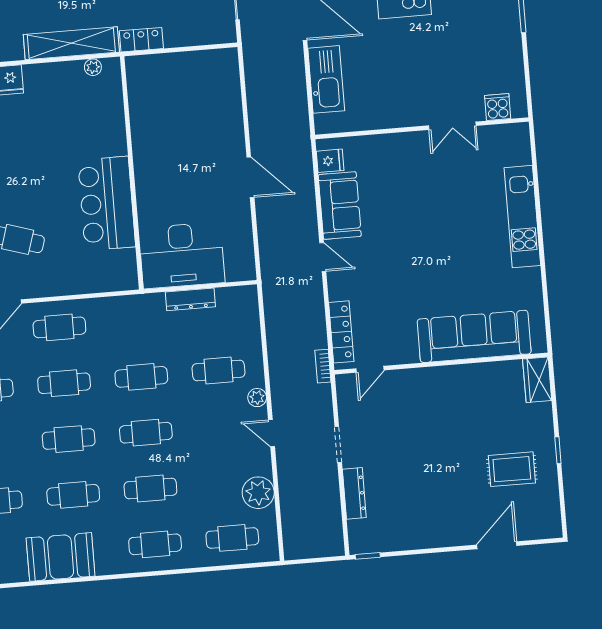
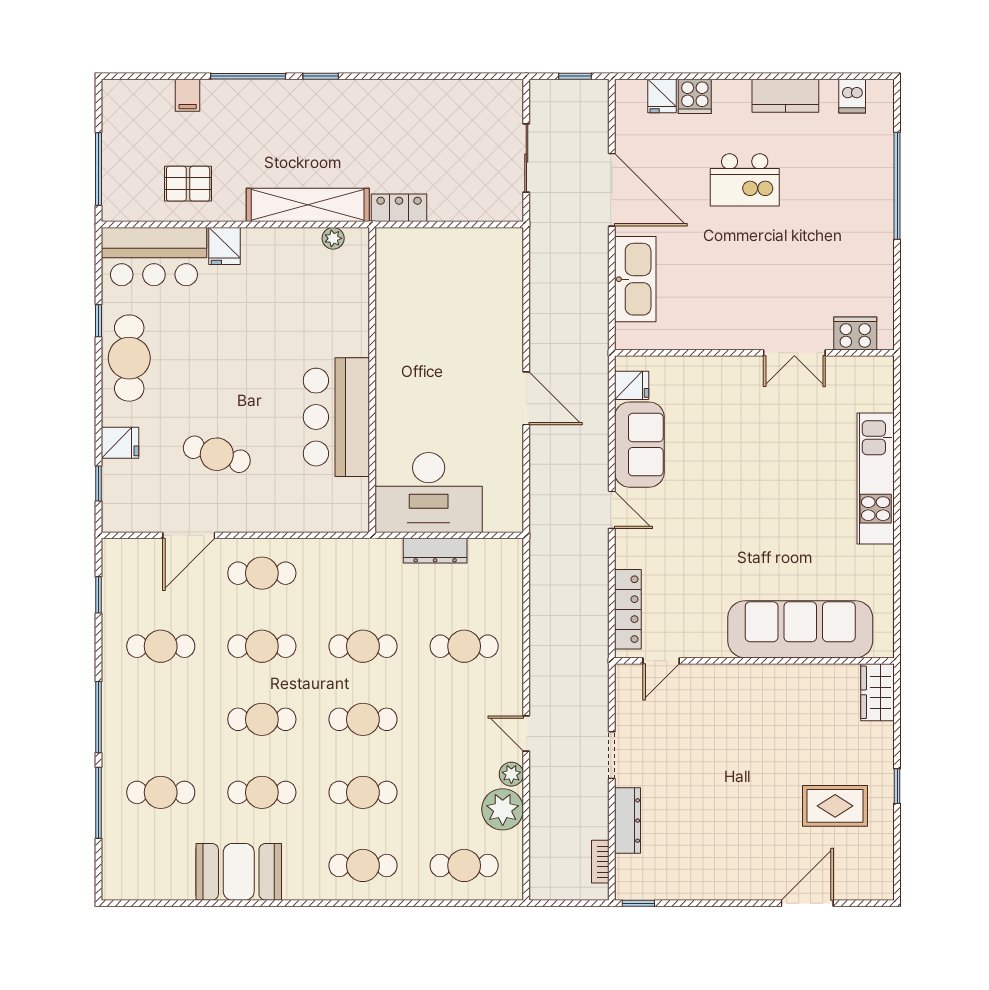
cooker: (498, 107) -> (855, 333), width x1.36
bookcase: (323, 366) -> (600, 862), moved
plant: (257, 398) -> (511, 774), moved

